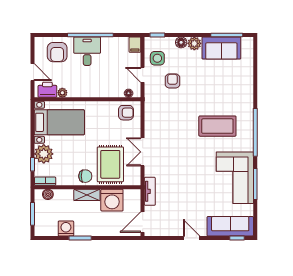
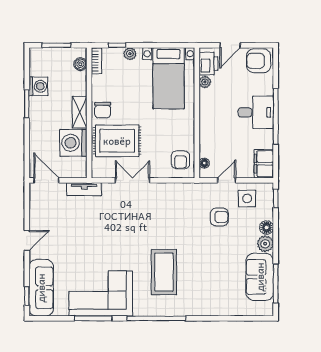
filing cabinet: (135, 45) -> (264, 164), width x2.00
armchair: (57, 52) -> (259, 61), moved
plant: (44, 154) -> (130, 54), width x0.53, depth x0.53

